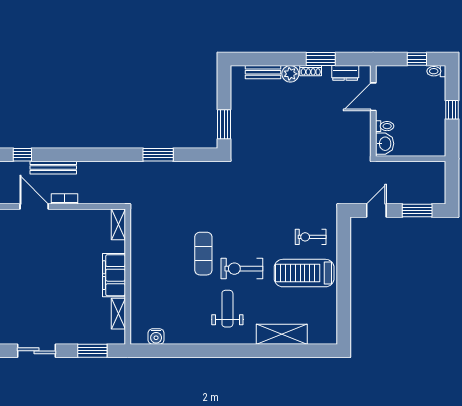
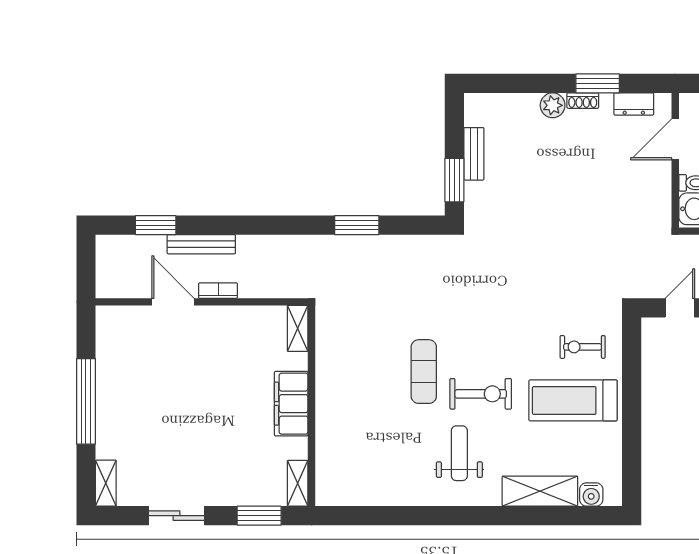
bench: (263, 72) -> (474, 154), moved, turned 90
window: (22, 155) -> (156, 225), width x1.50
exercise bike: (242, 269) -> (481, 394), turned 180
shelving: (118, 314) -> (298, 483), moved
water cooler: (156, 337) -> (591, 495), moved

